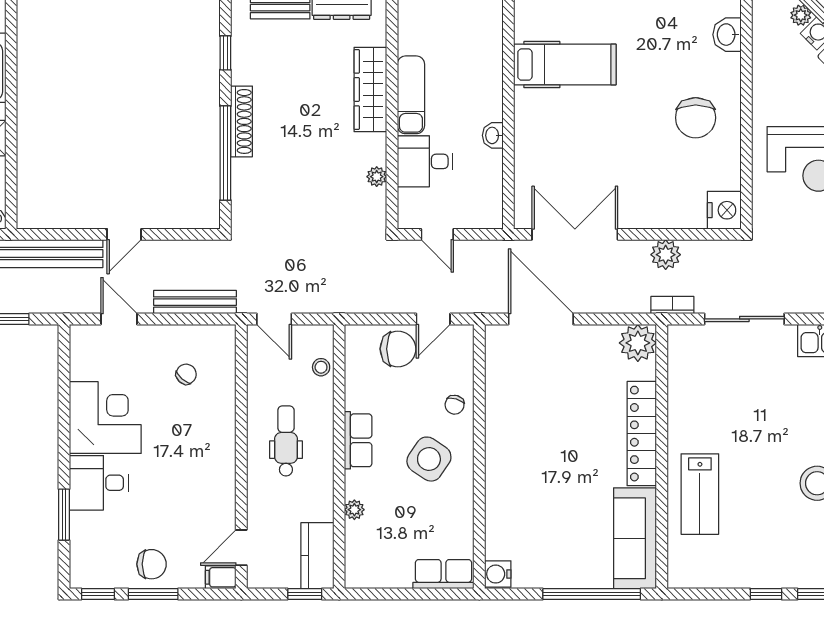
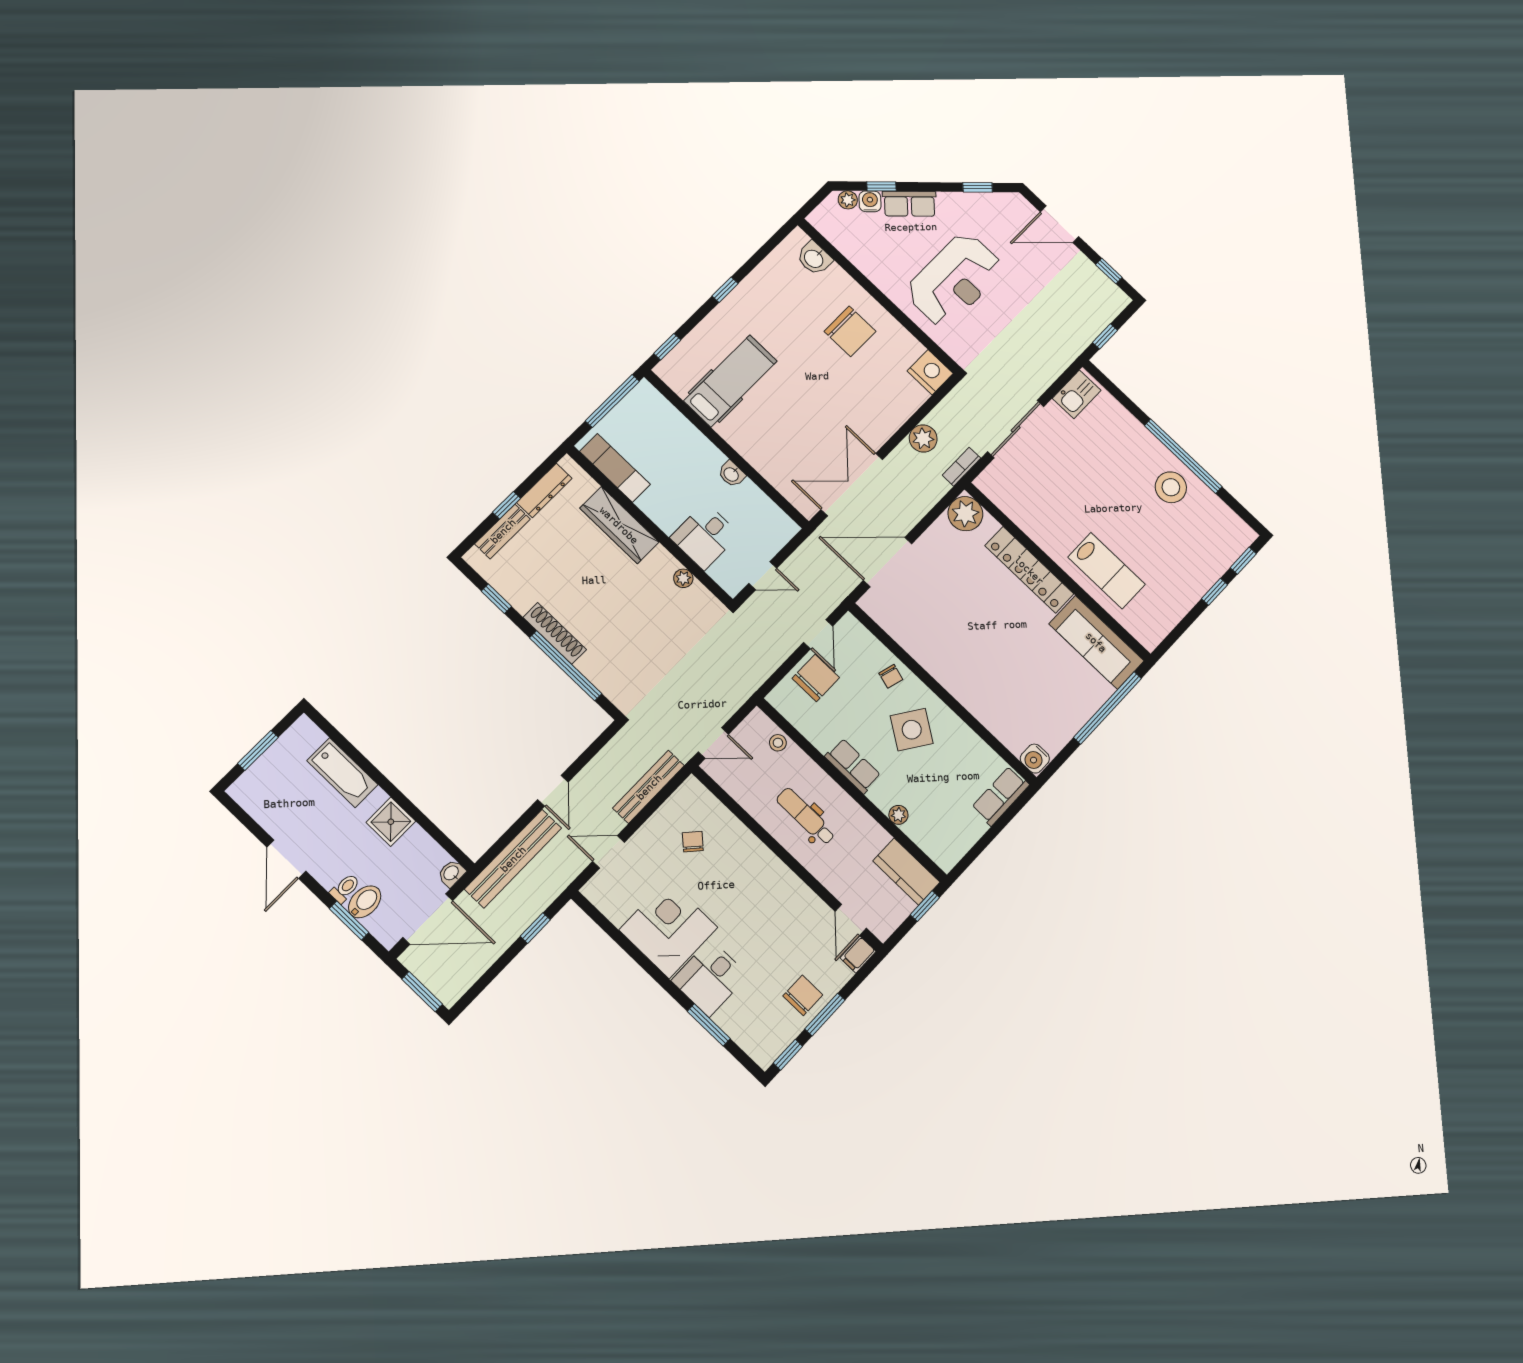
exam couch: (411, 95) -> (615, 468), moved

